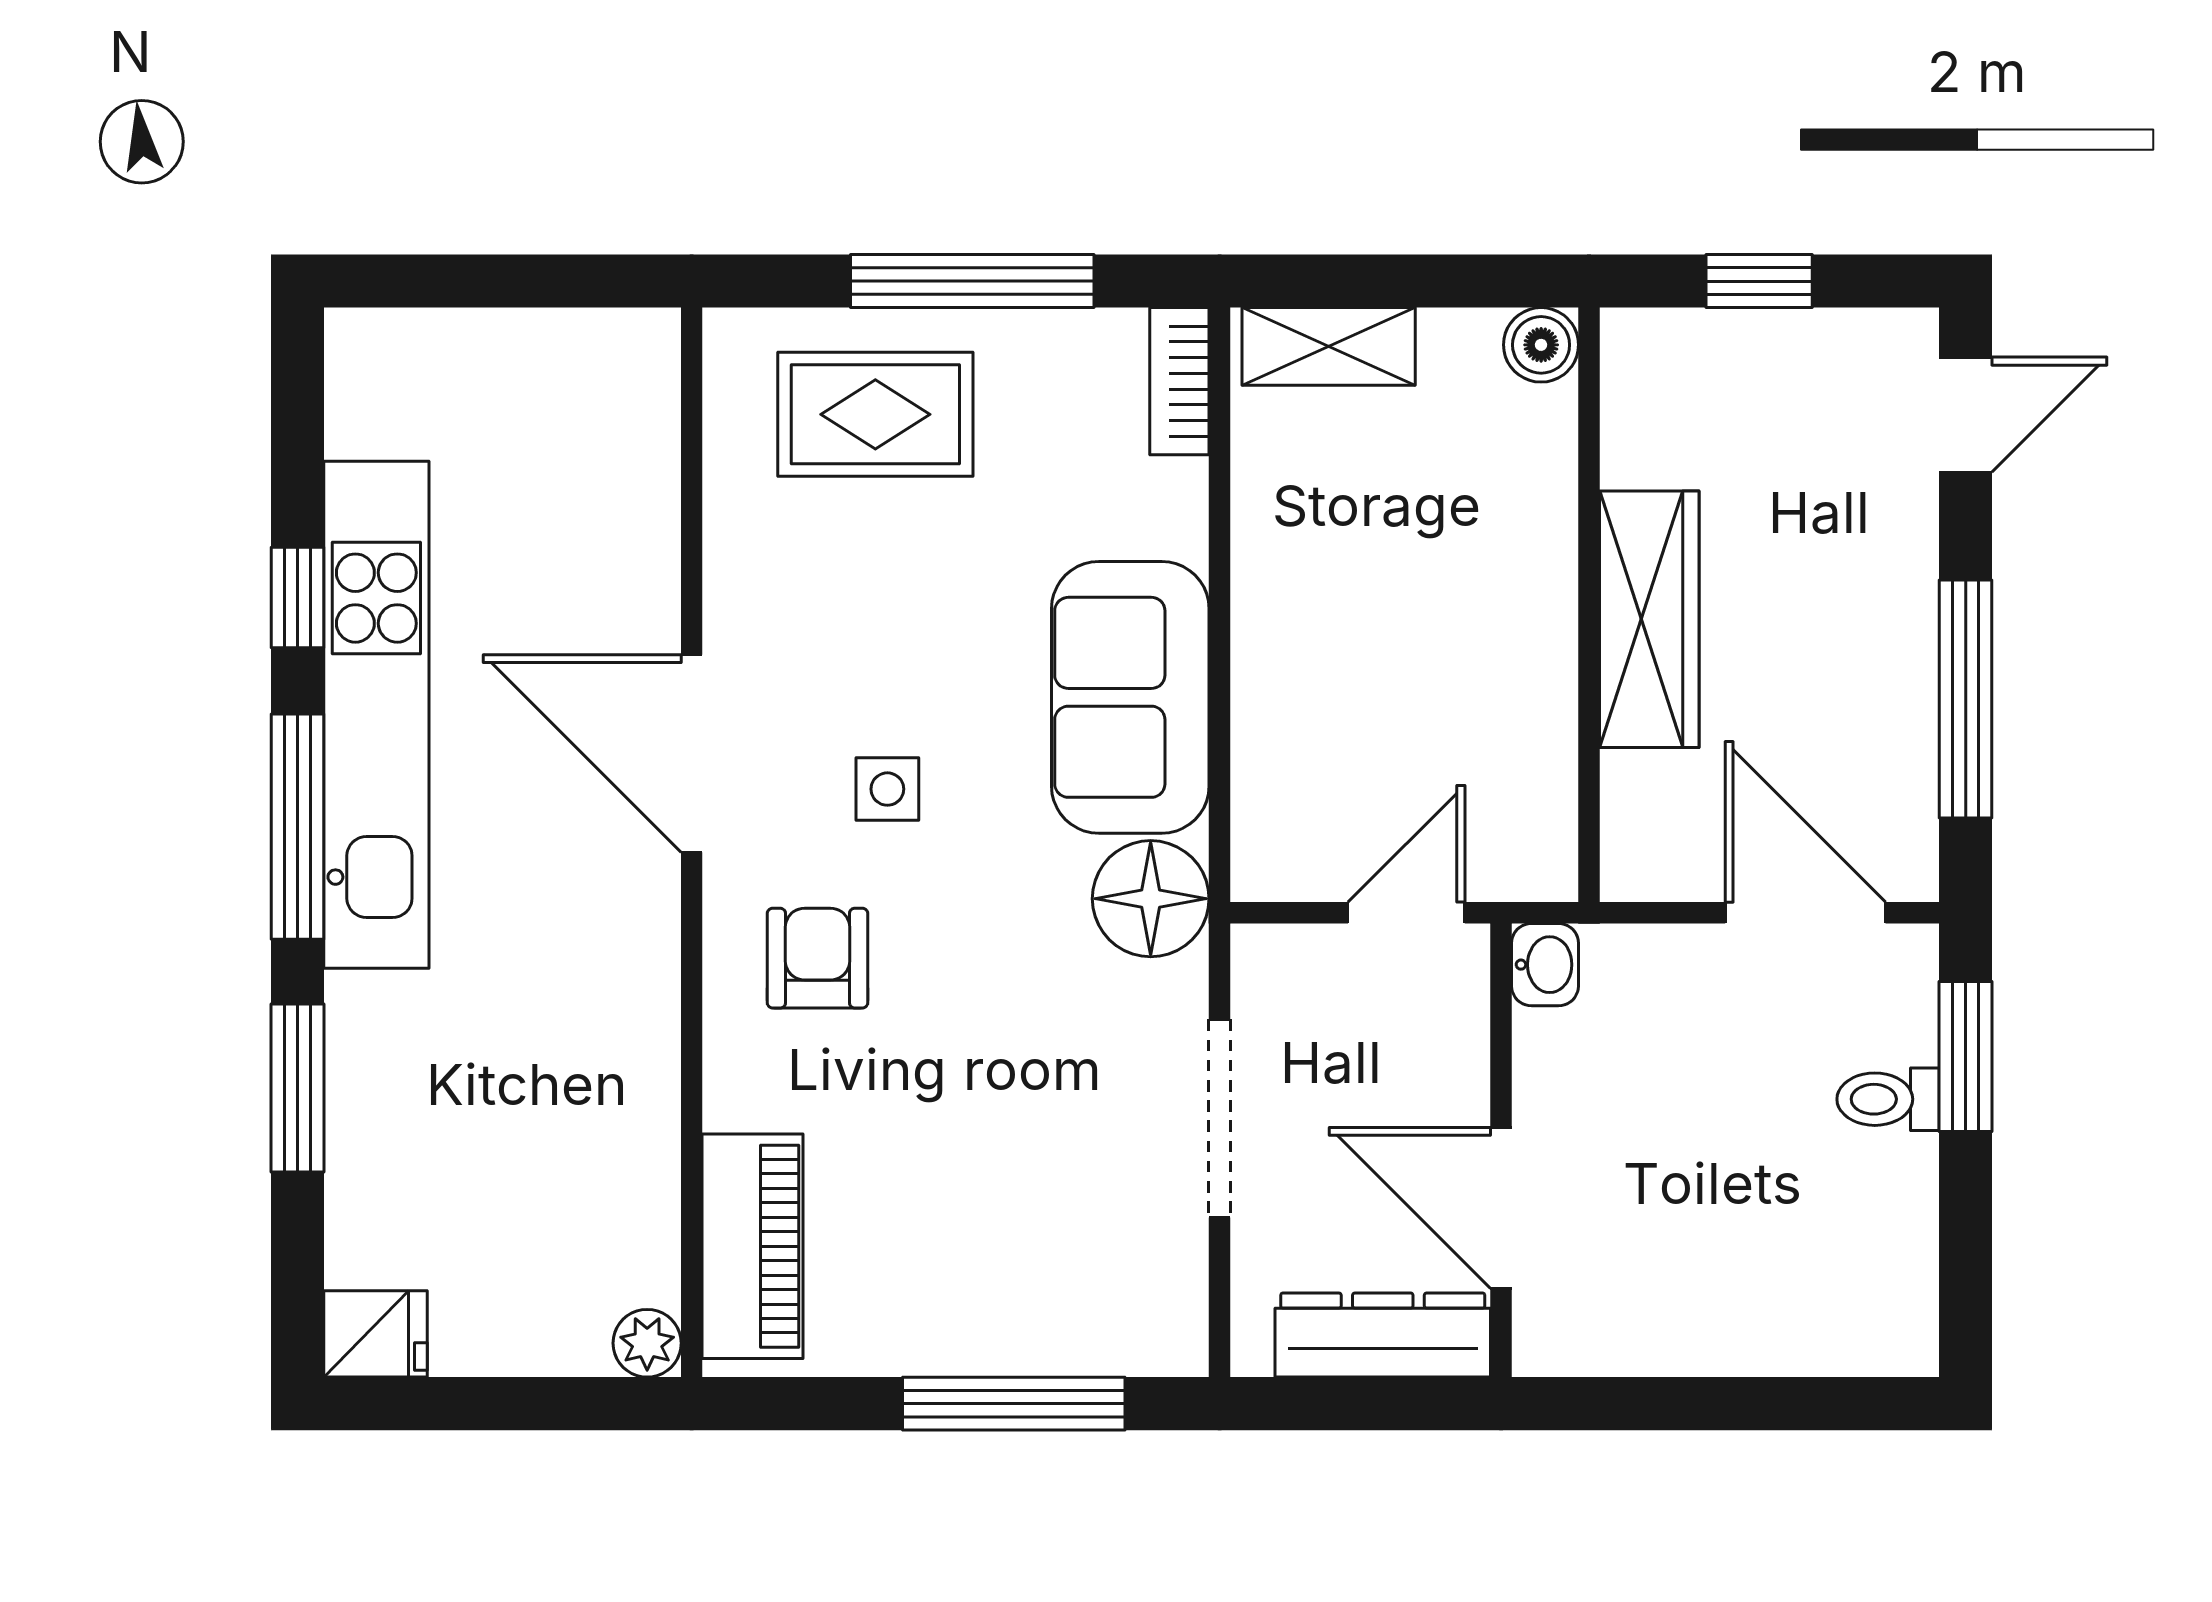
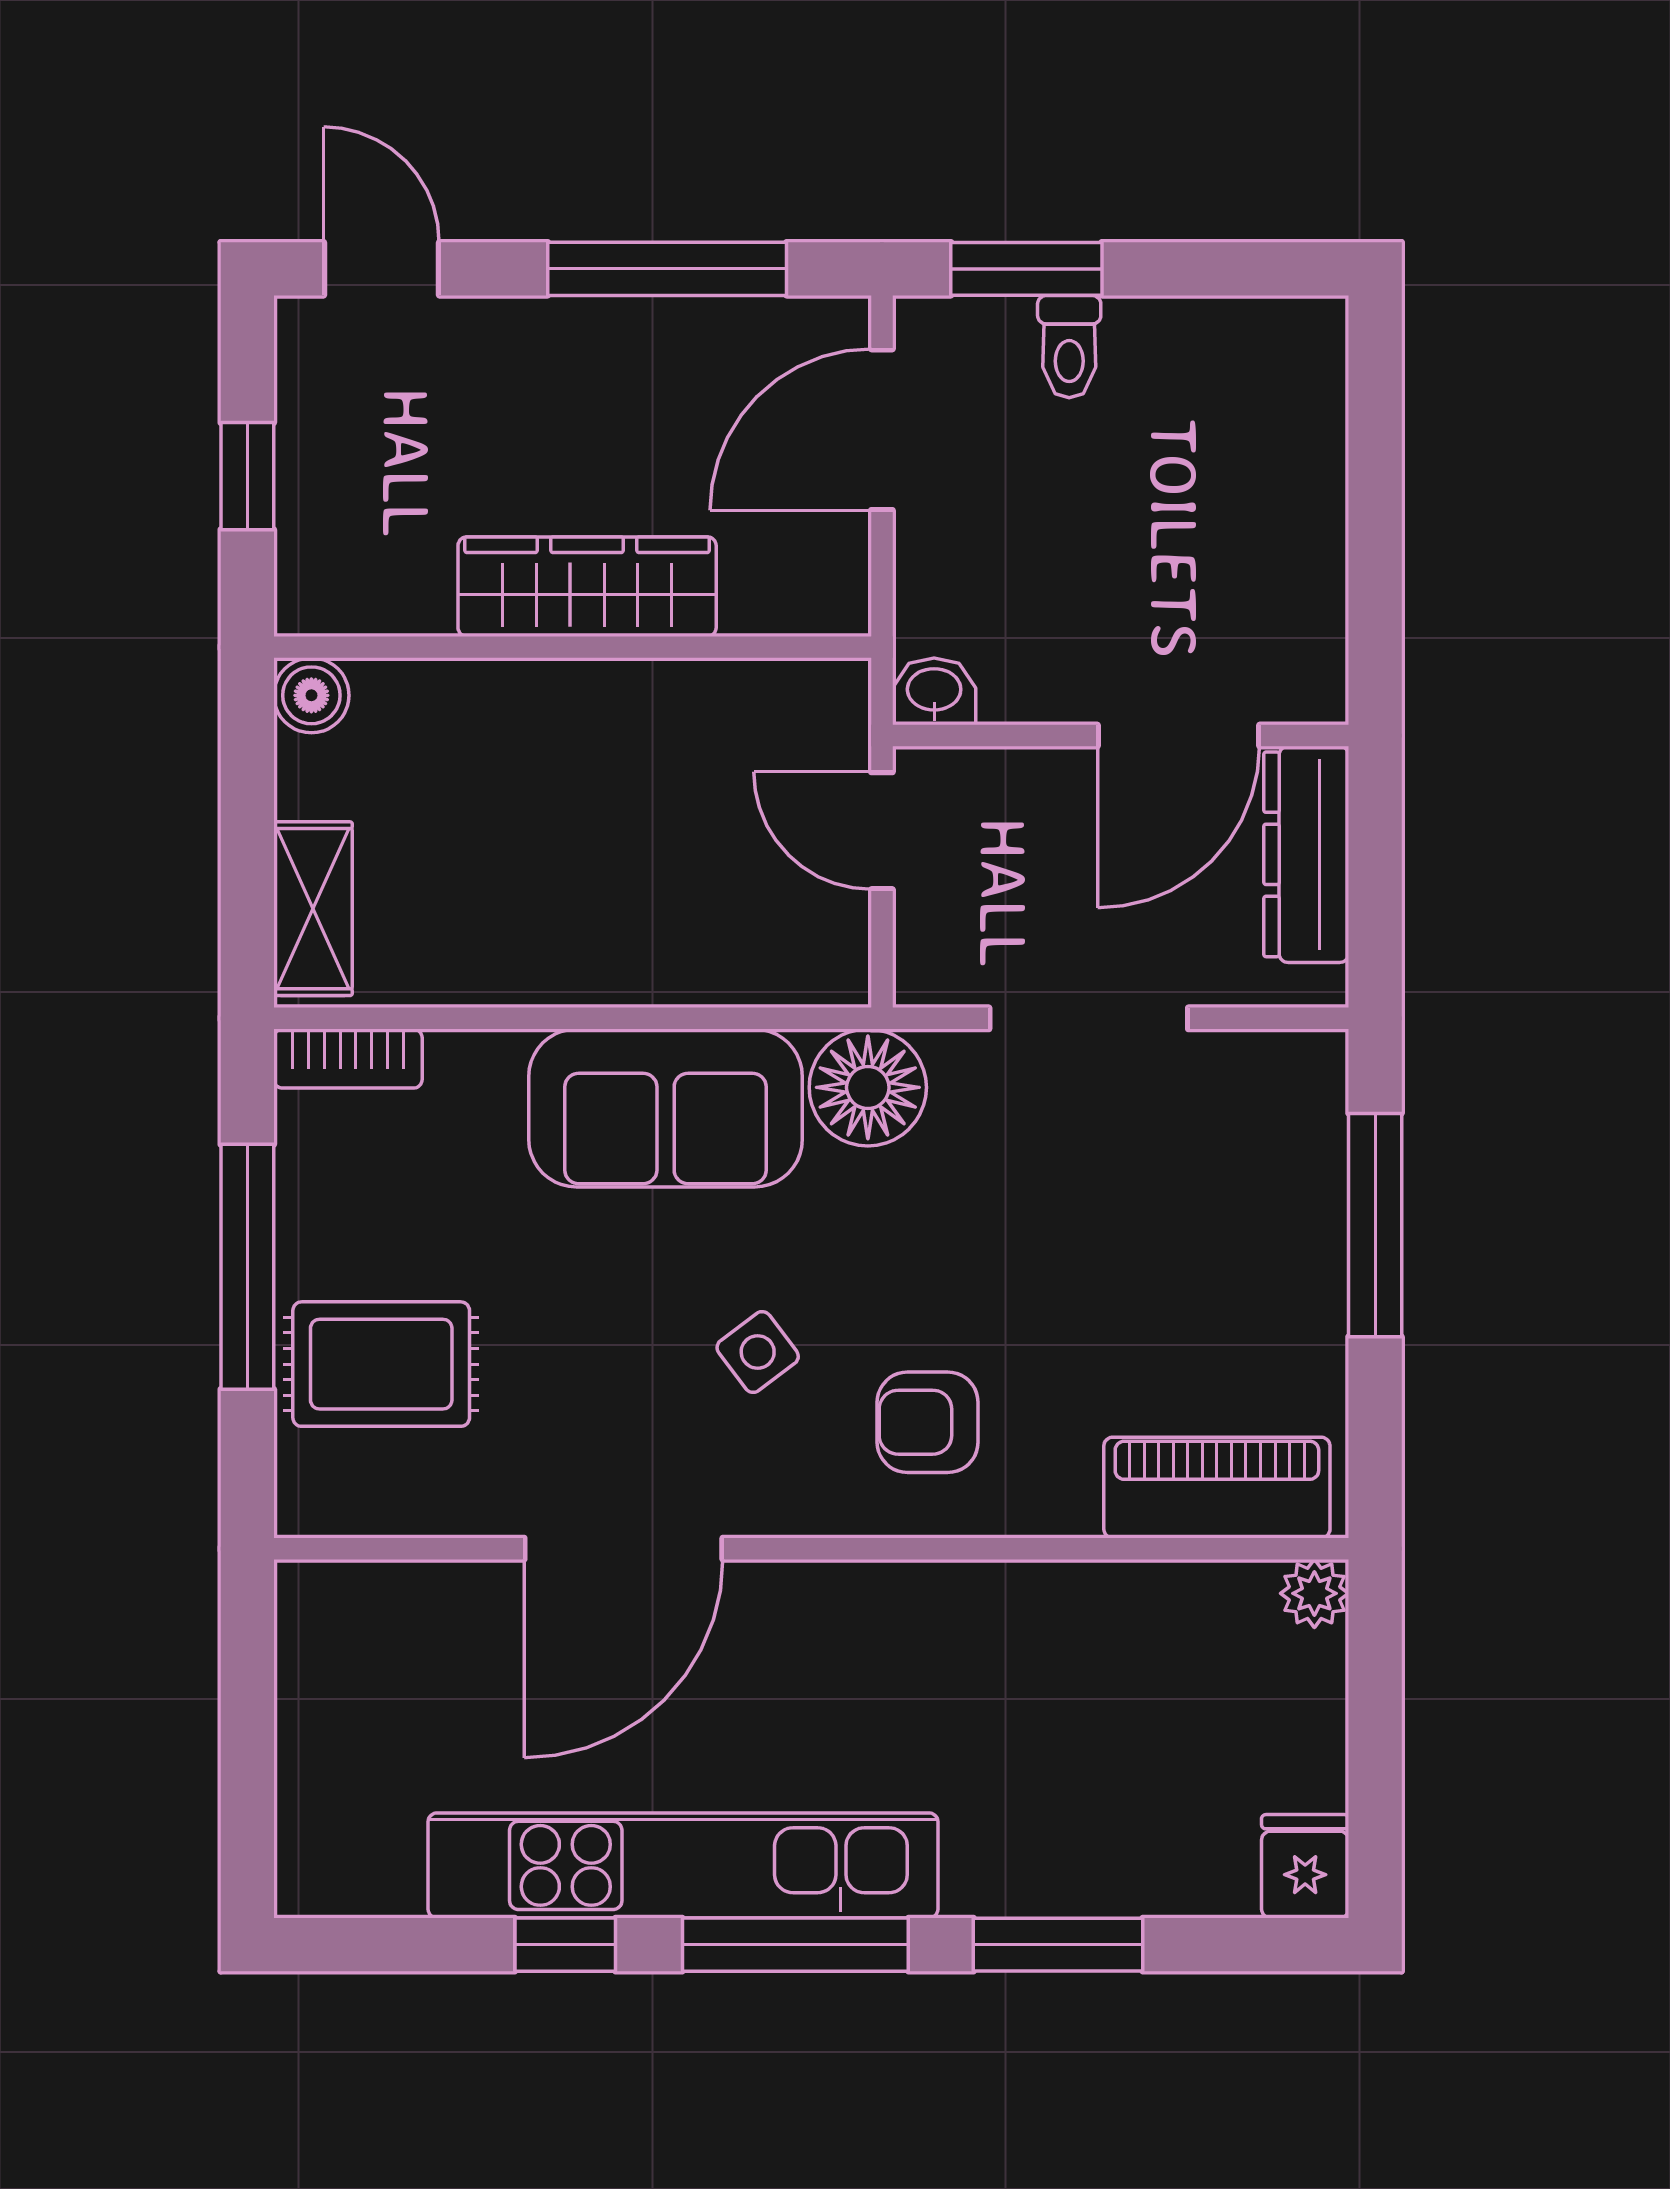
rug: (875, 414) -> (381, 1364), turned 90
door: (692, 753) -> (623, 1549), moved
side table: (887, 789) -> (758, 1352), turned -37

